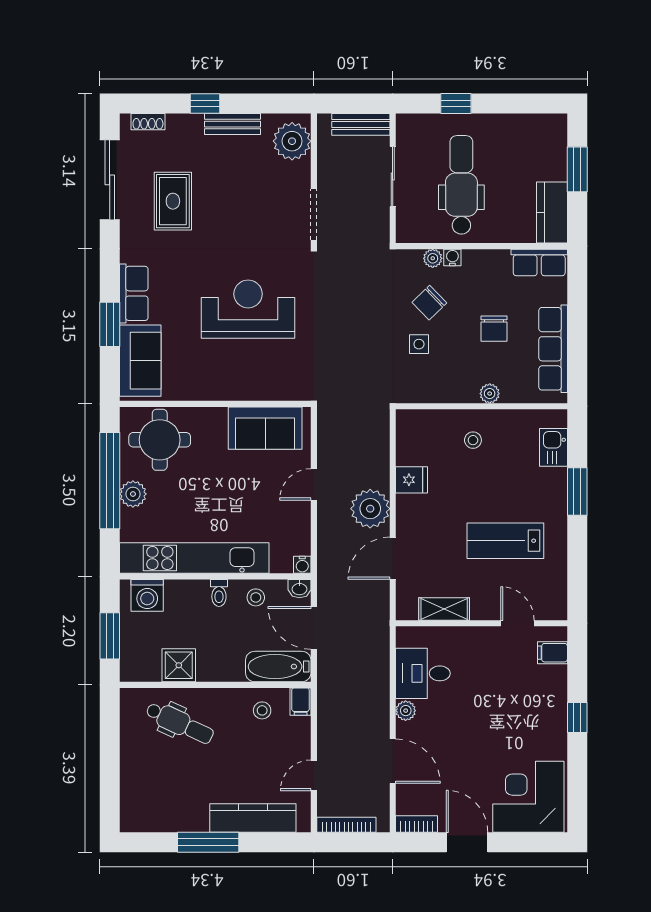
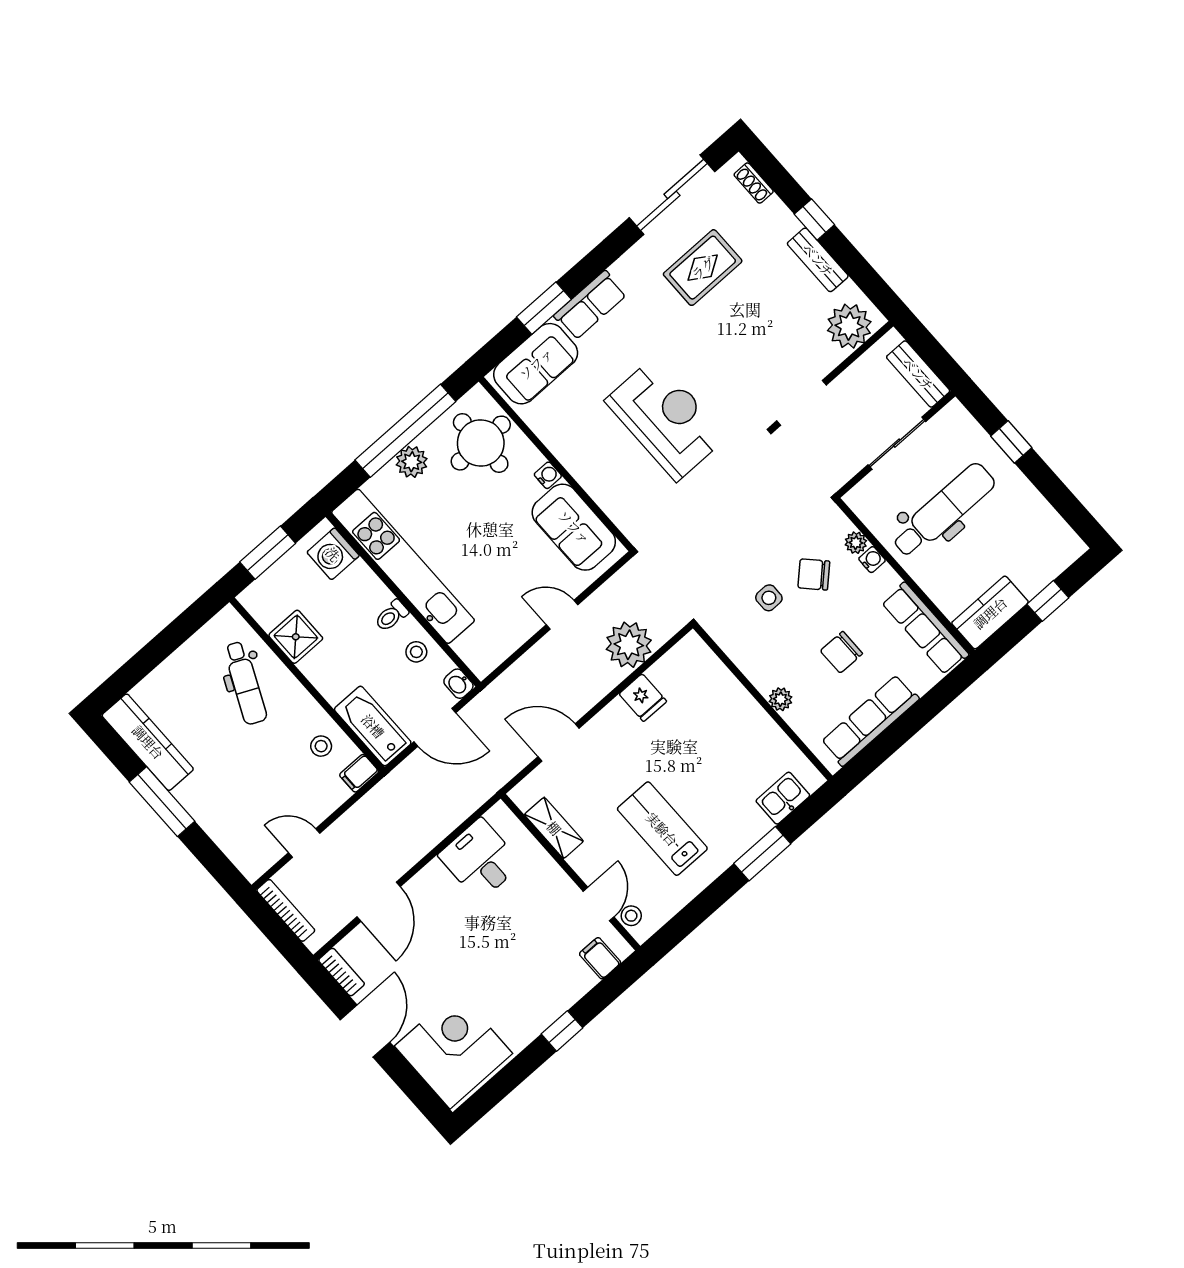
window: (577, 169) -> (1048, 601), width x0.67
row of seats: (539, 262) -> (925, 628), width x1.48
stool: (473, 440) -> (631, 916), moved
plant: (370, 509) -> (629, 645), moved
water cooler: (302, 565) -> (548, 475), moved, turned 180
door: (314, 628) -> (435, 727), swing flipped
plant: (406, 711) -> (434, 874), removed
kitchen counter: (253, 818) -> (148, 742), moved

